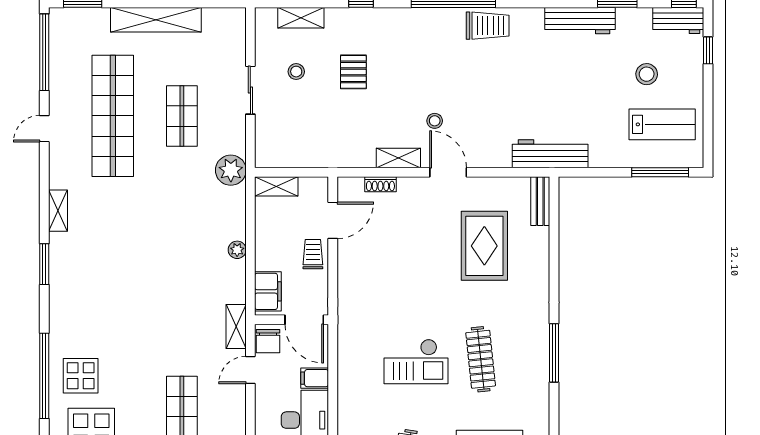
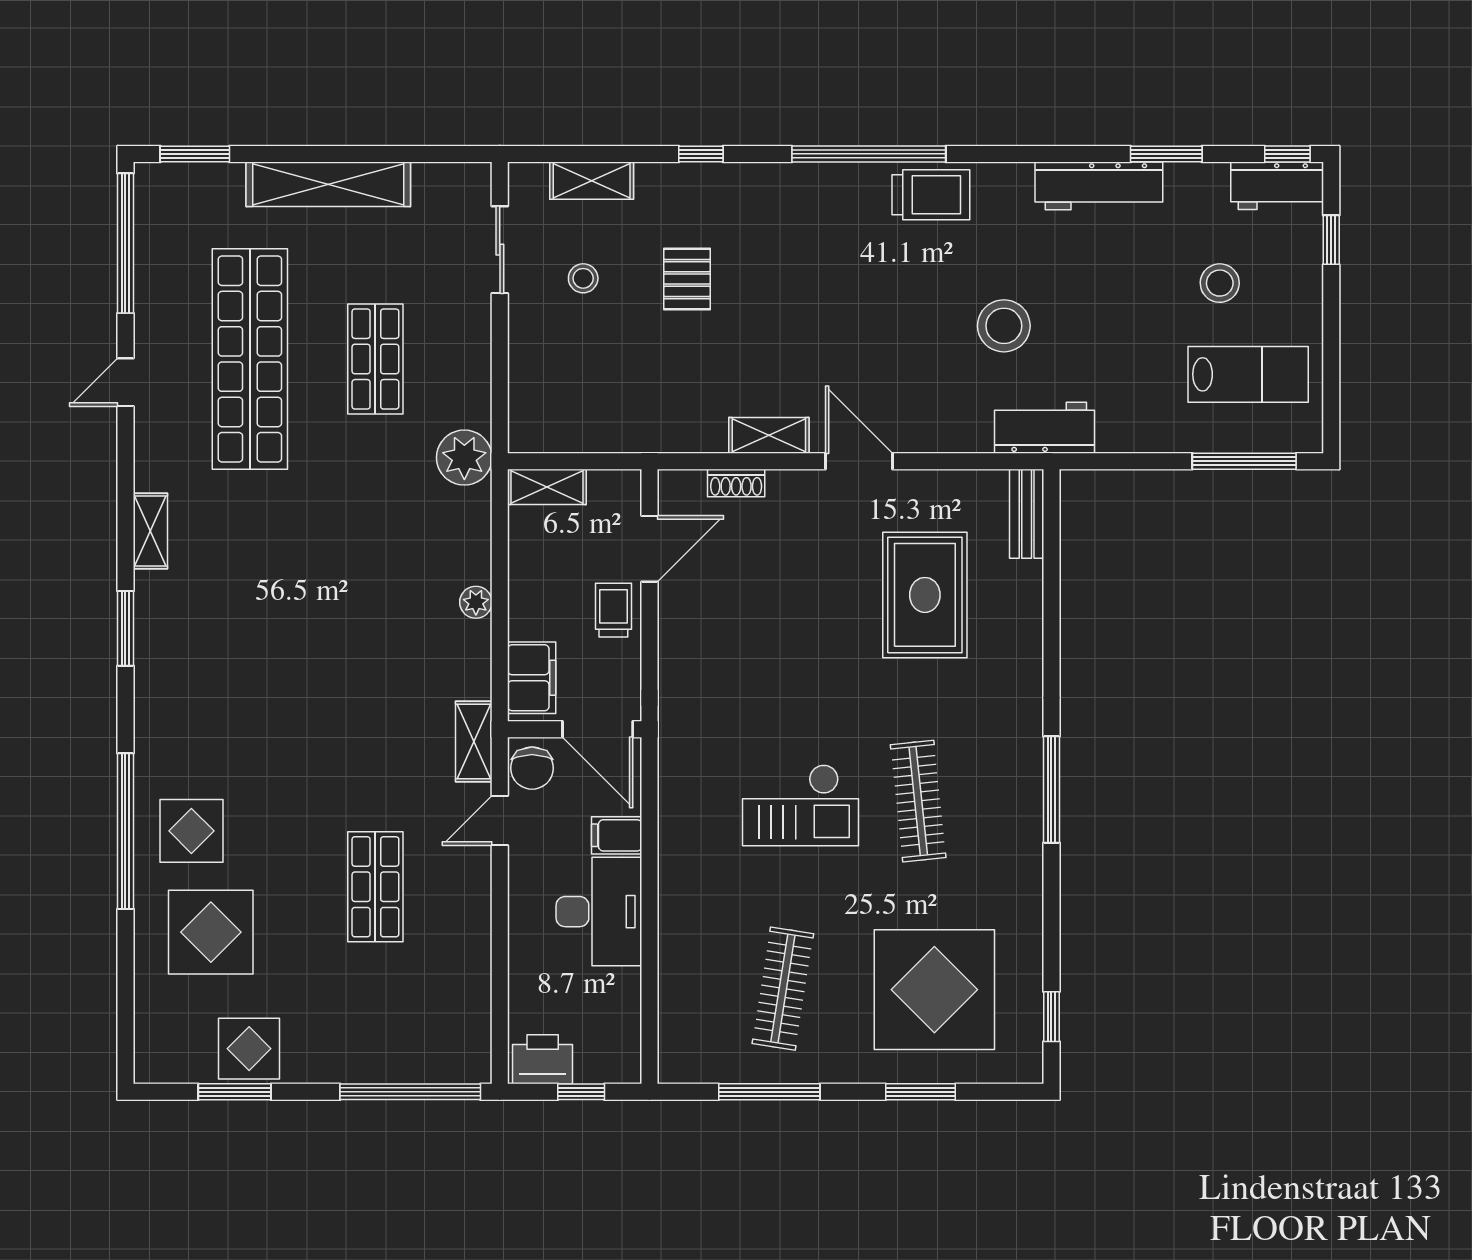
sliding door: (250, 90) -> (500, 250), moved
stool: (435, 121) -> (1004, 326), moved, width x1.89, depth x1.89
workbench: (550, 154) -> (1044, 428), width x0.73

